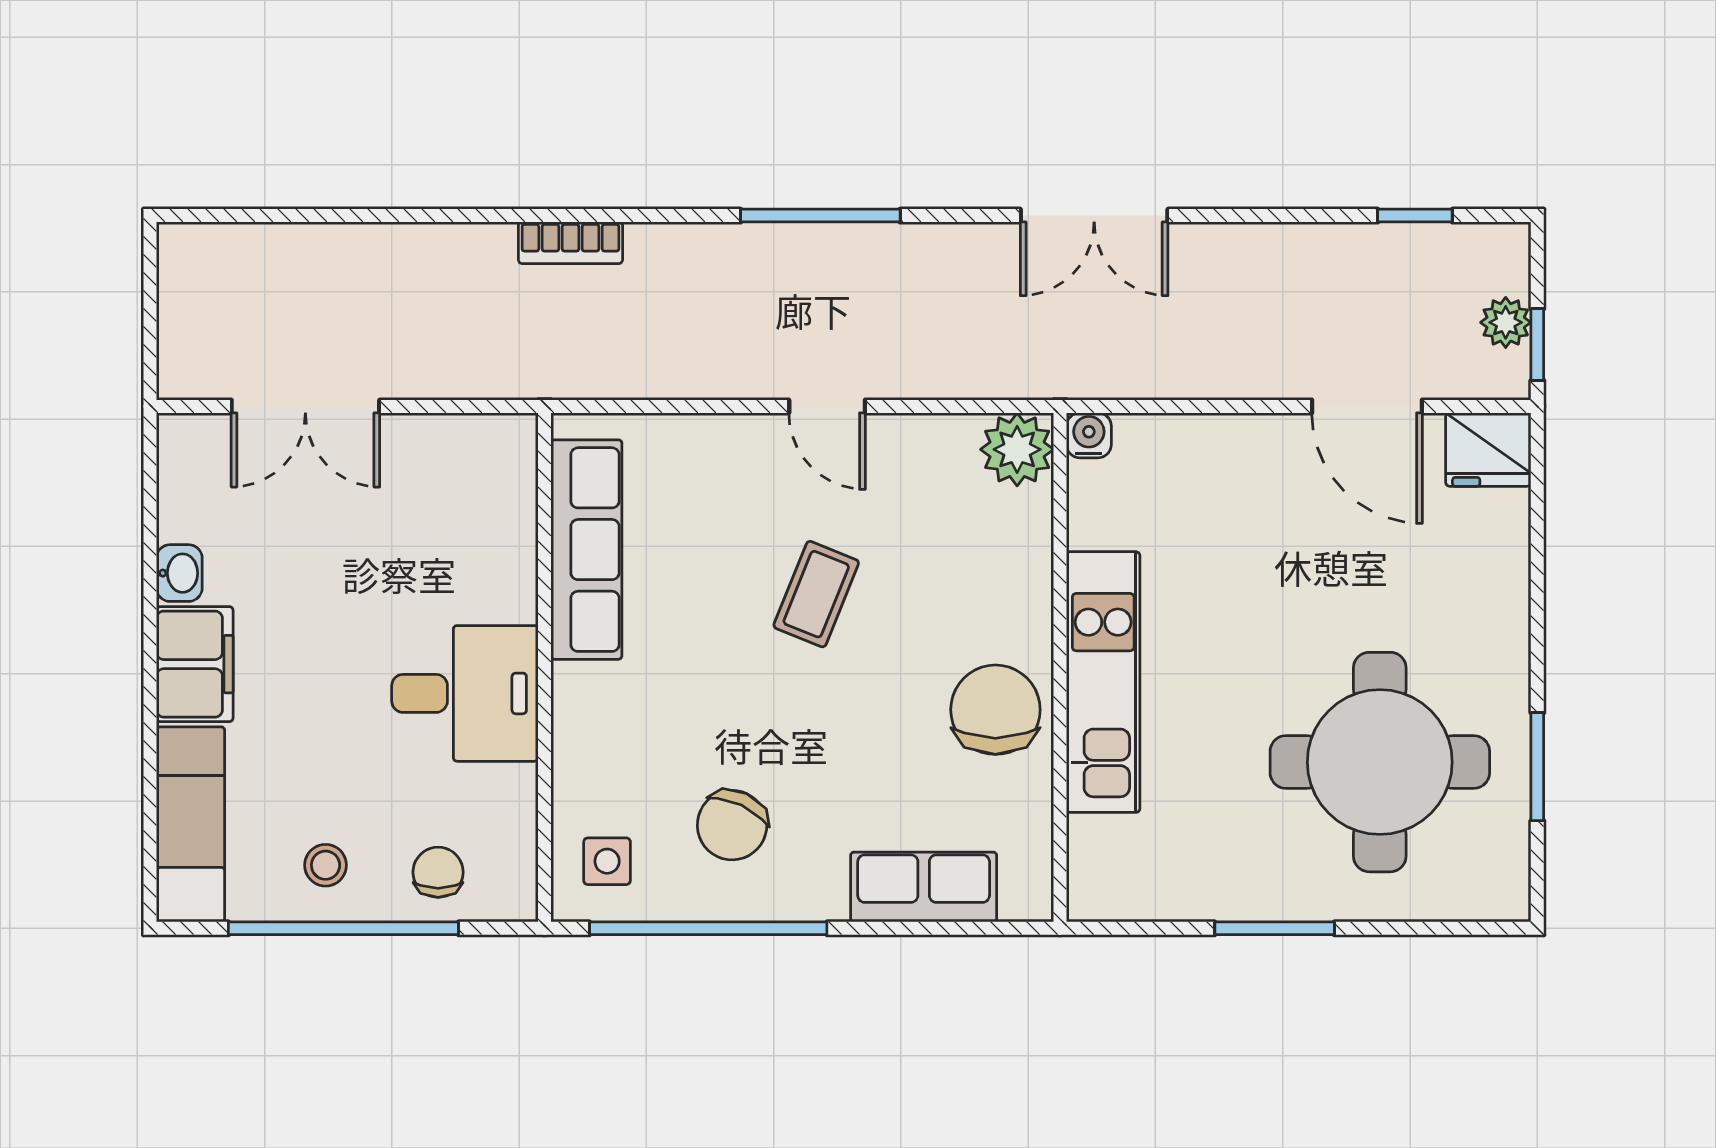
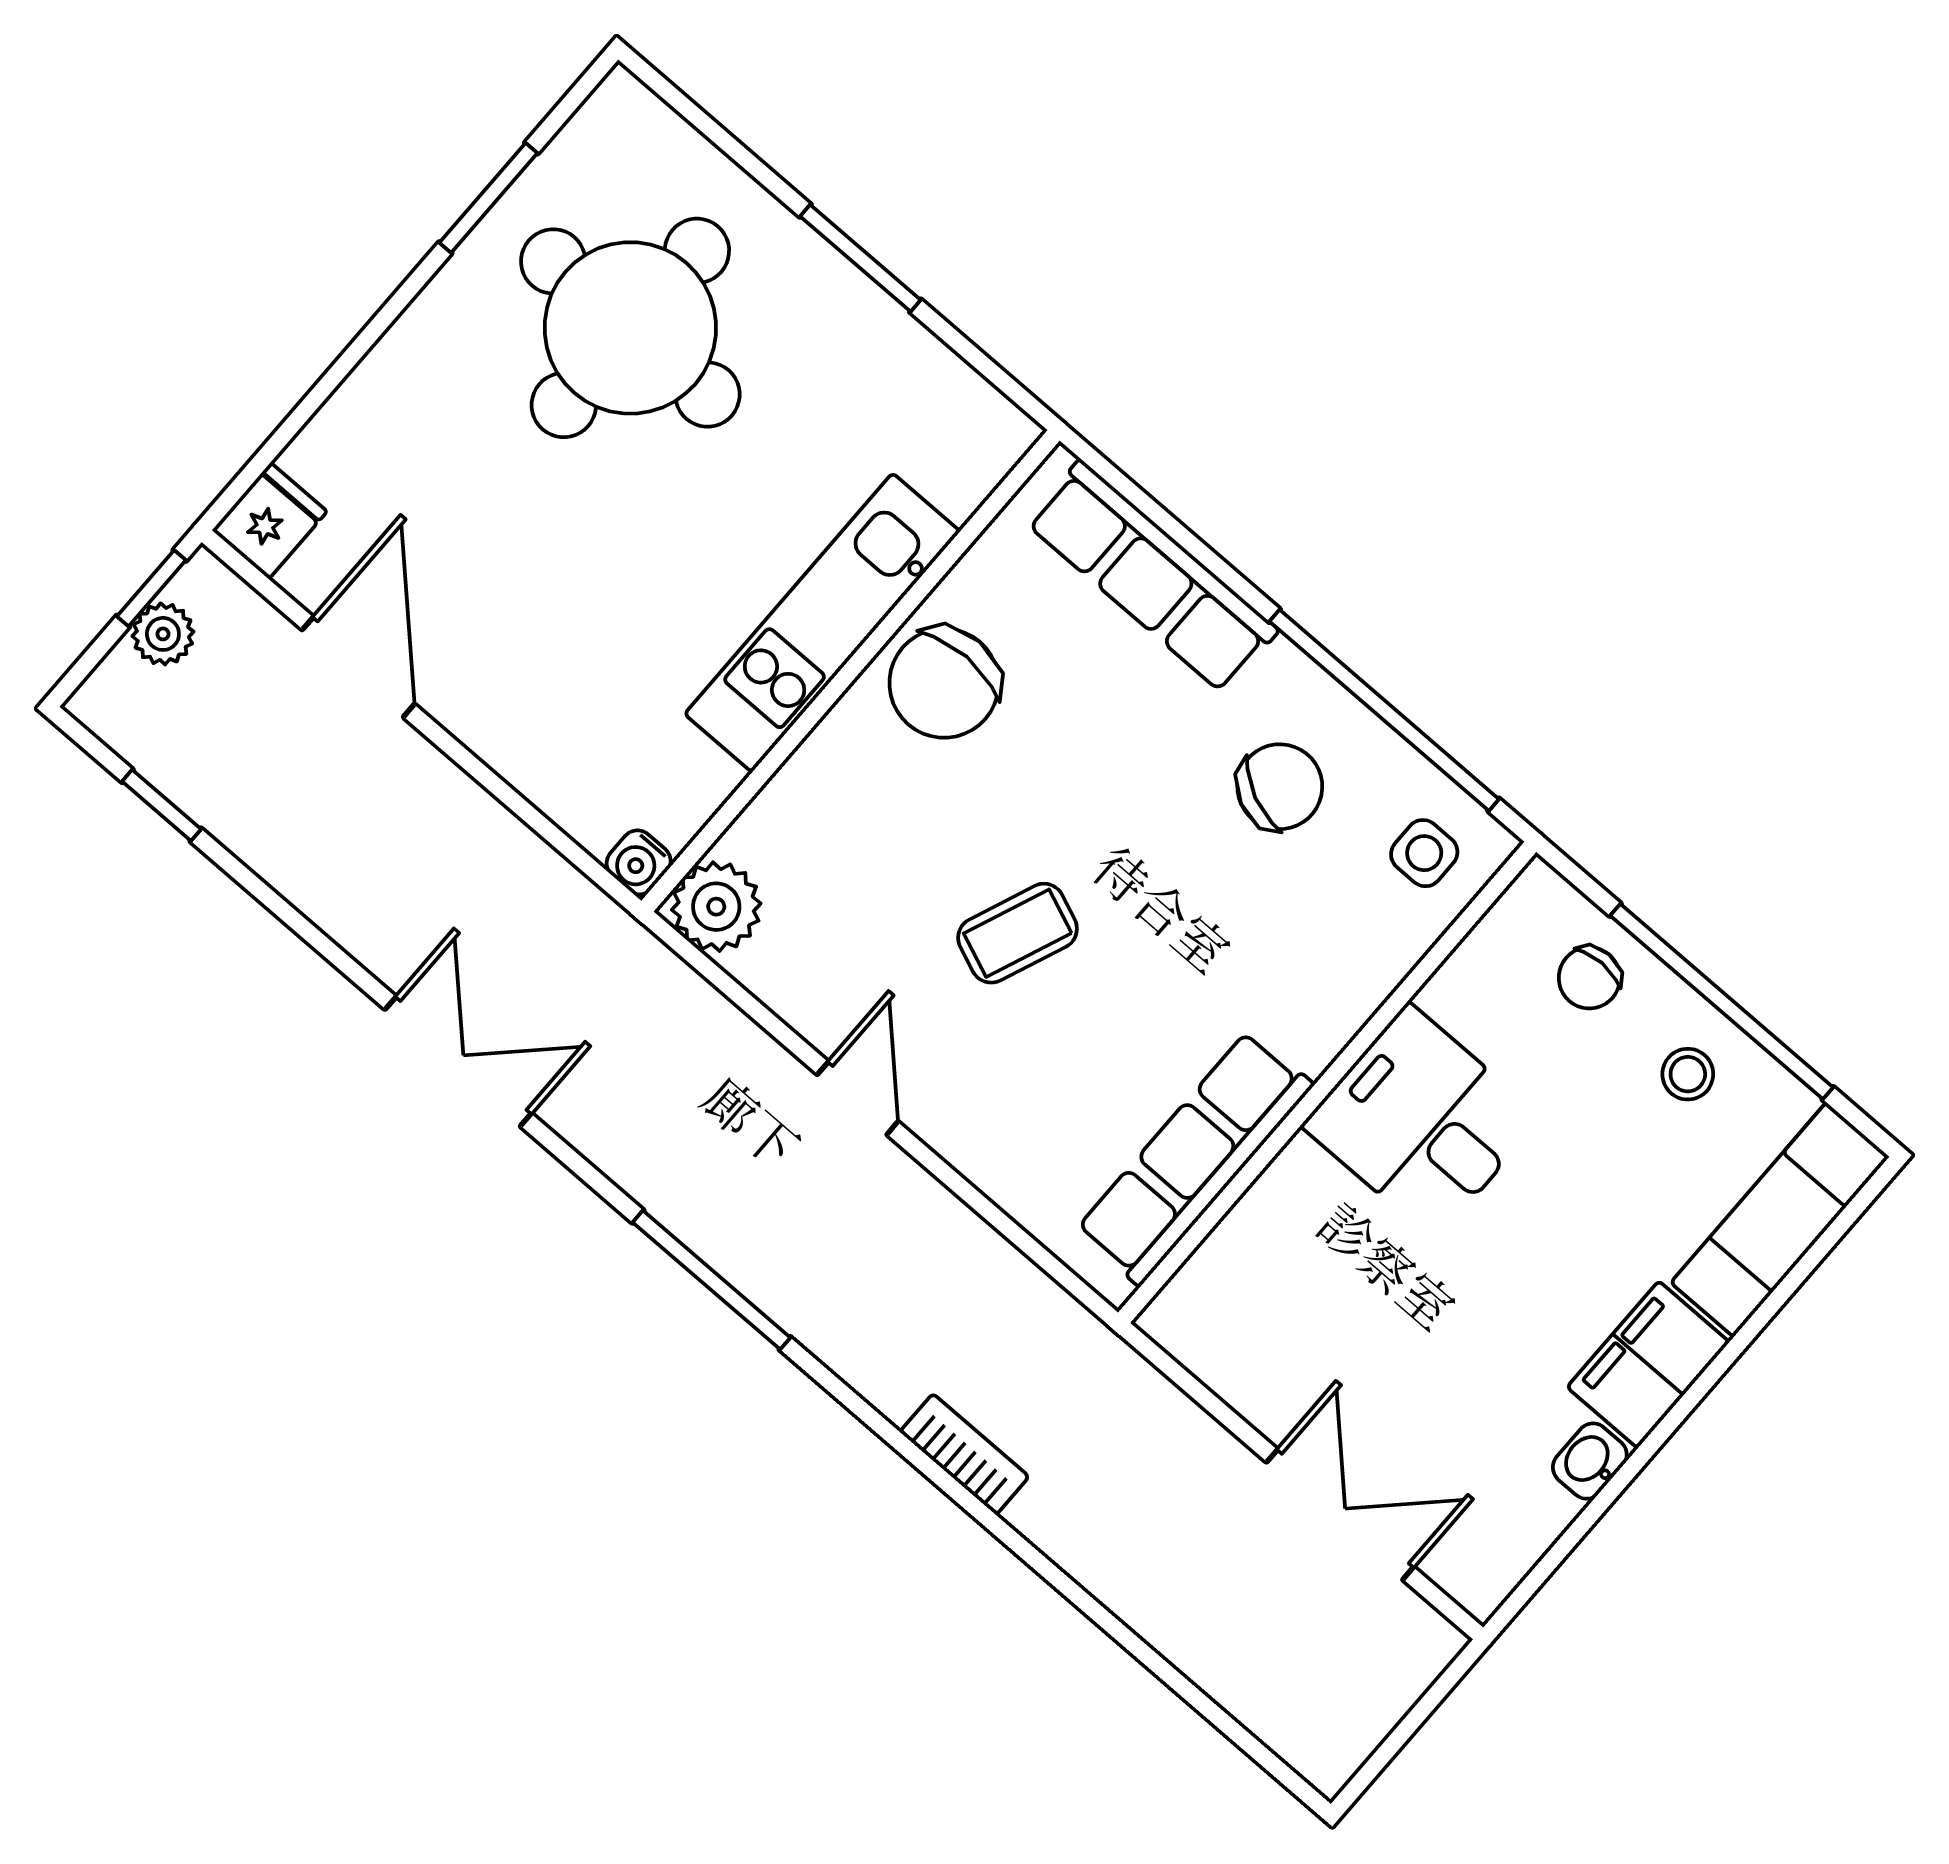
fridge: (1488, 450) -> (270, 521), width x0.72
row of seats: (924, 887) -> (1152, 577), width x1.48

